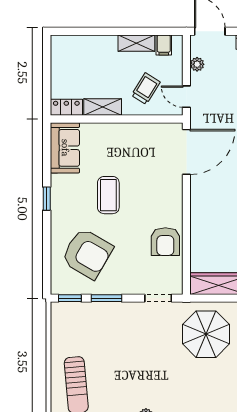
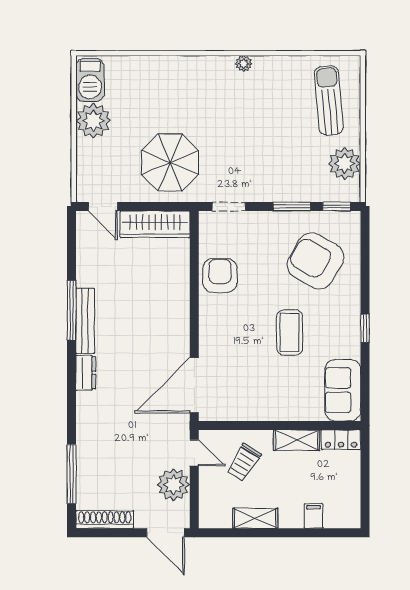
filing cabinet: (164, 45) -> (314, 516), moved
plant: (197, 64) -> (173, 485), width x1.88, depth x1.88
plant: (63, 333) -> (345, 164), added

